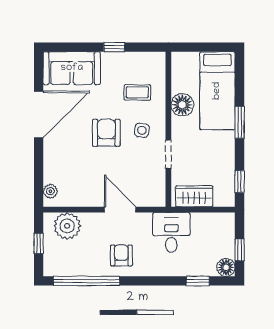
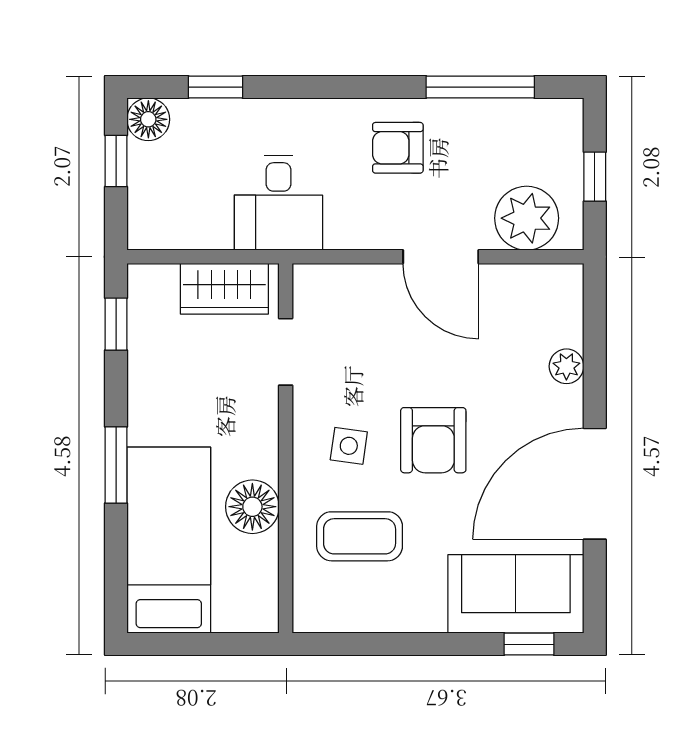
window: (114, 47) -> (529, 644), moved
coffee table: (137, 92) -> (360, 536), width x1.36, depth x1.30
doorway: (168, 154) -> (286, 352), moved
plant: (50, 191) -> (566, 366), moved
door: (120, 210) -> (441, 257), moved
armchair: (121, 255) -> (398, 148), turned 90
window: (87, 281) -> (480, 87), width x0.68

